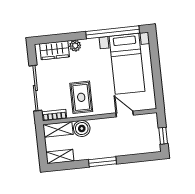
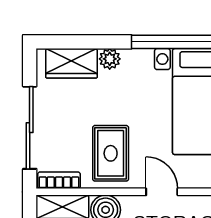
door: (125, 114) -> (162, 192), moved

